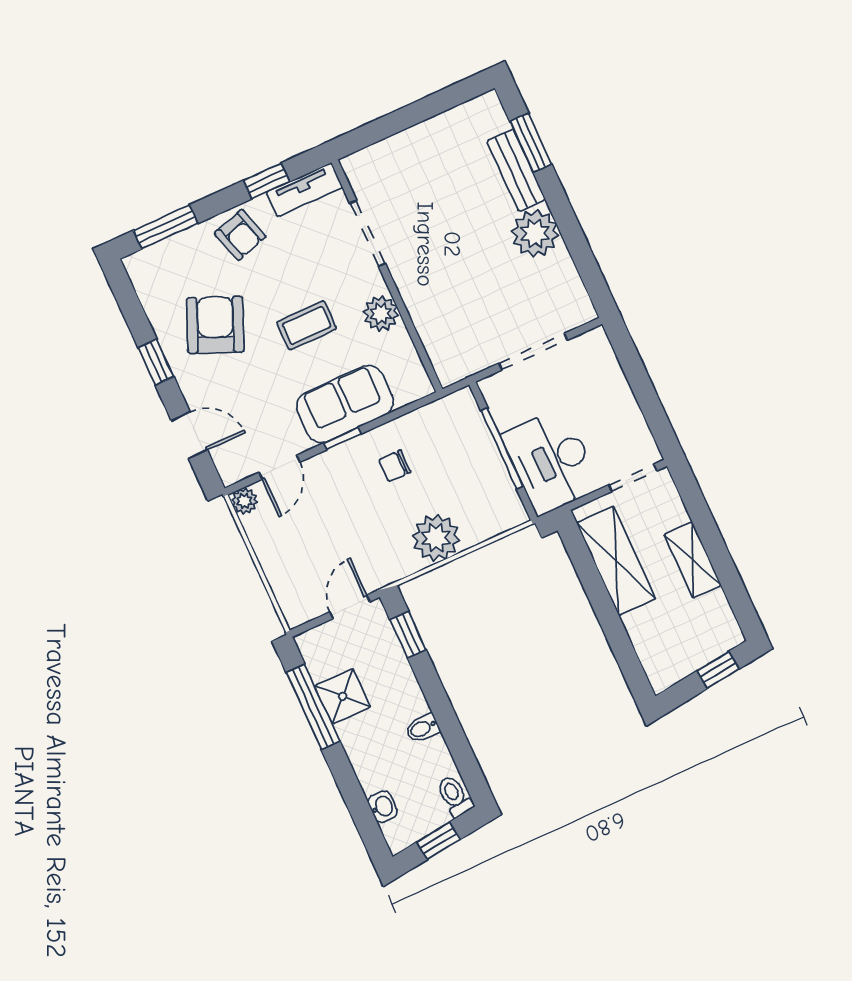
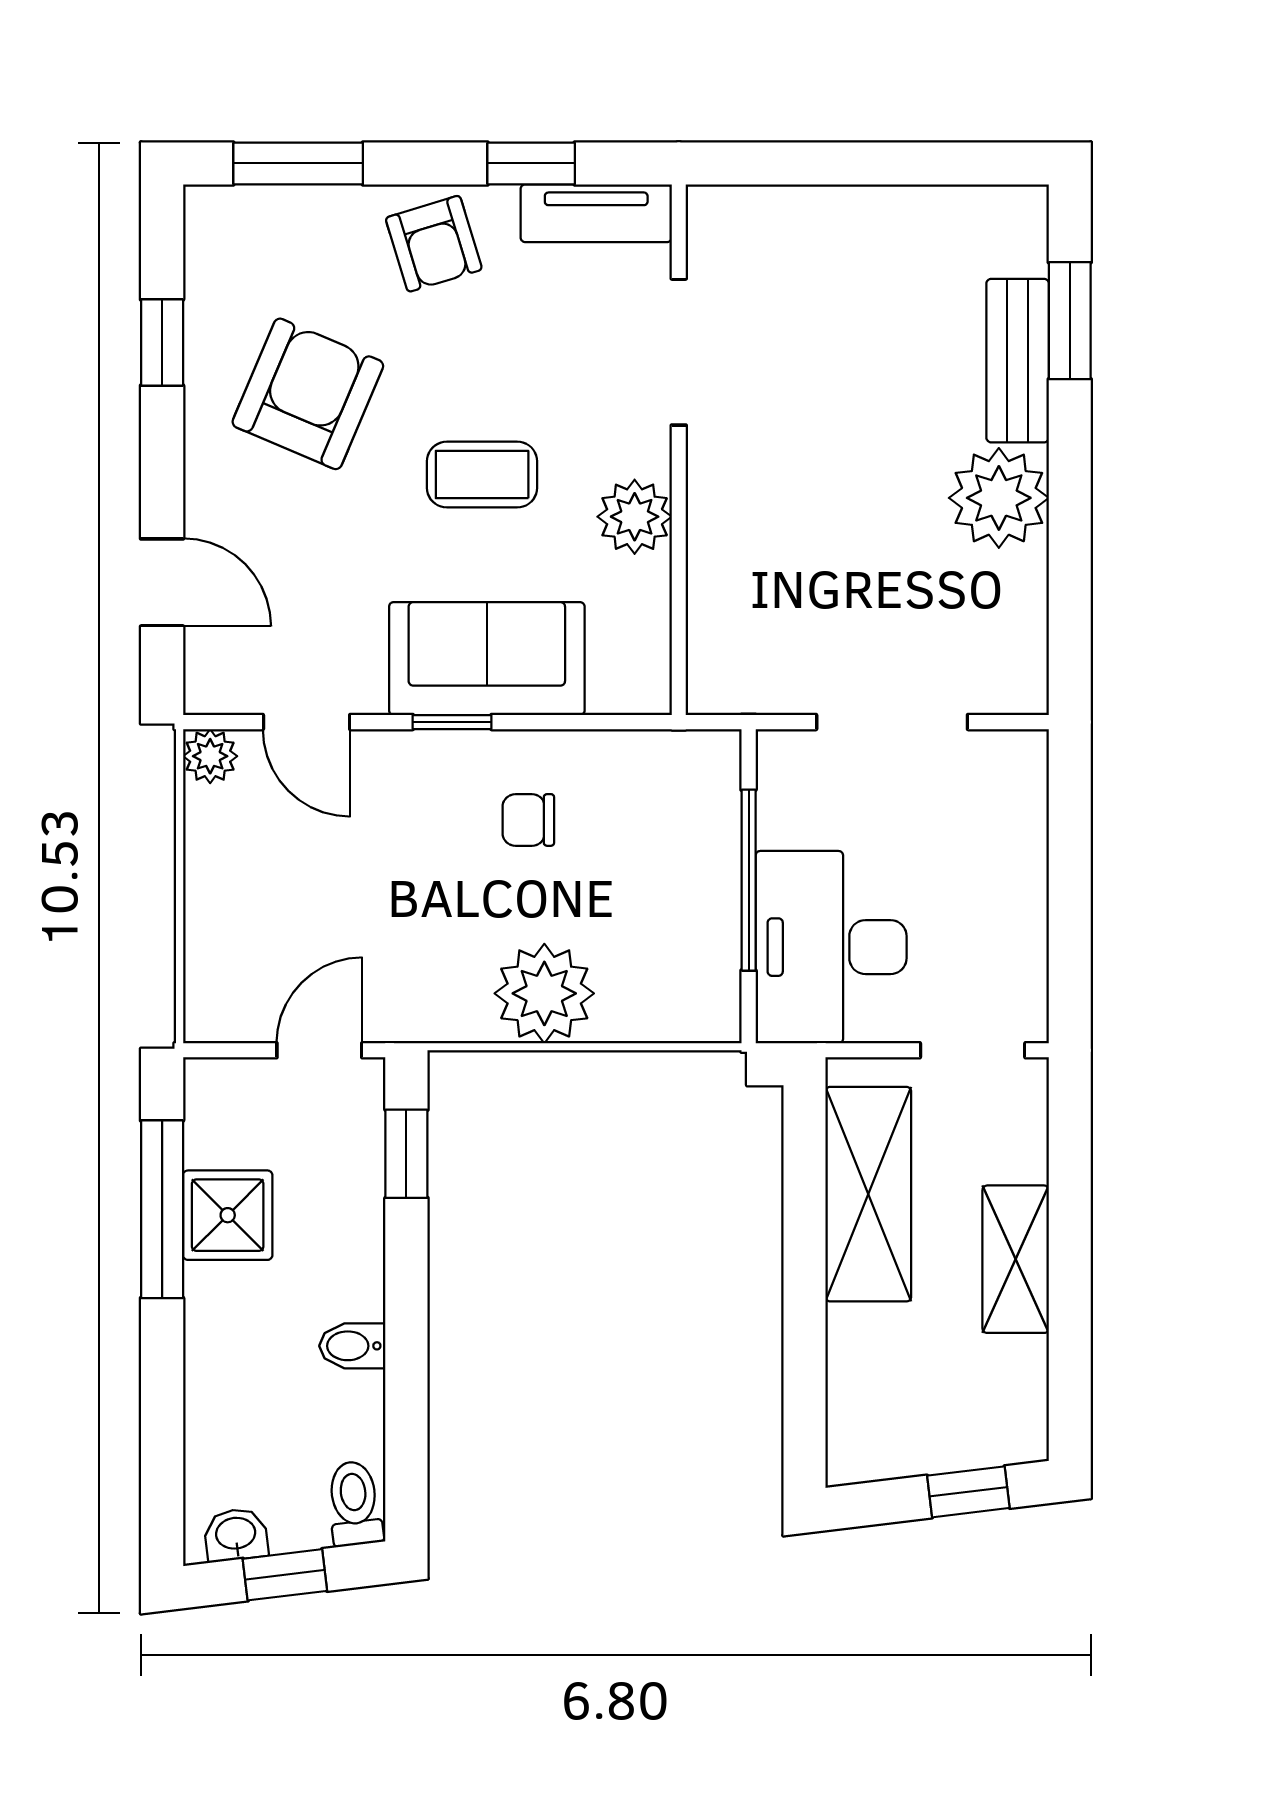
window: (156, 362) -> (162, 343), moved
door: (279, 467) -> (307, 722), hinge flipped
washbasin: (383, 807) -> (236, 1535), moved, turned -97

